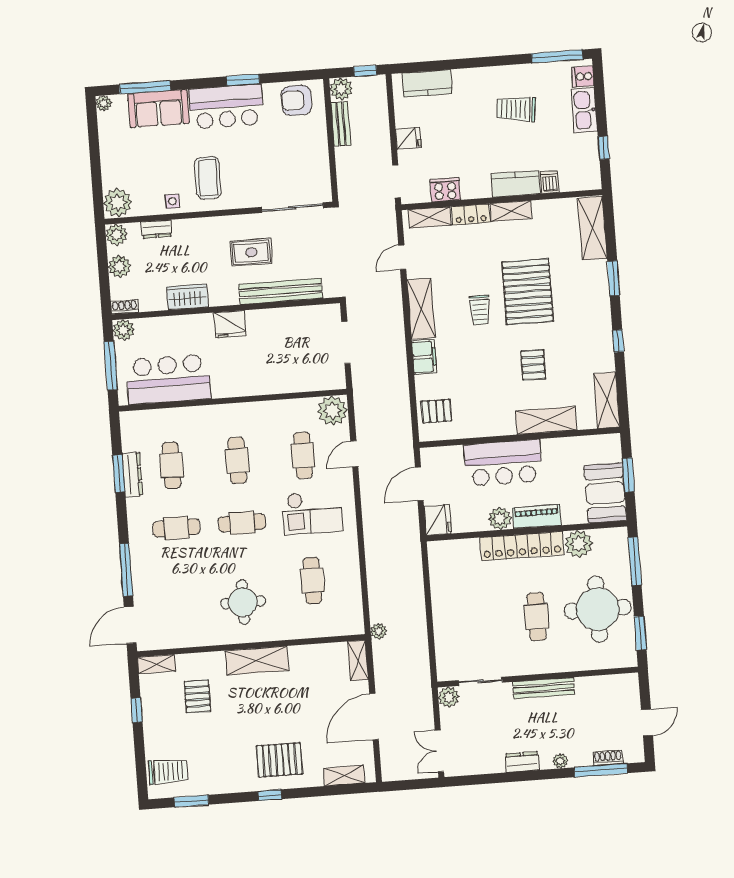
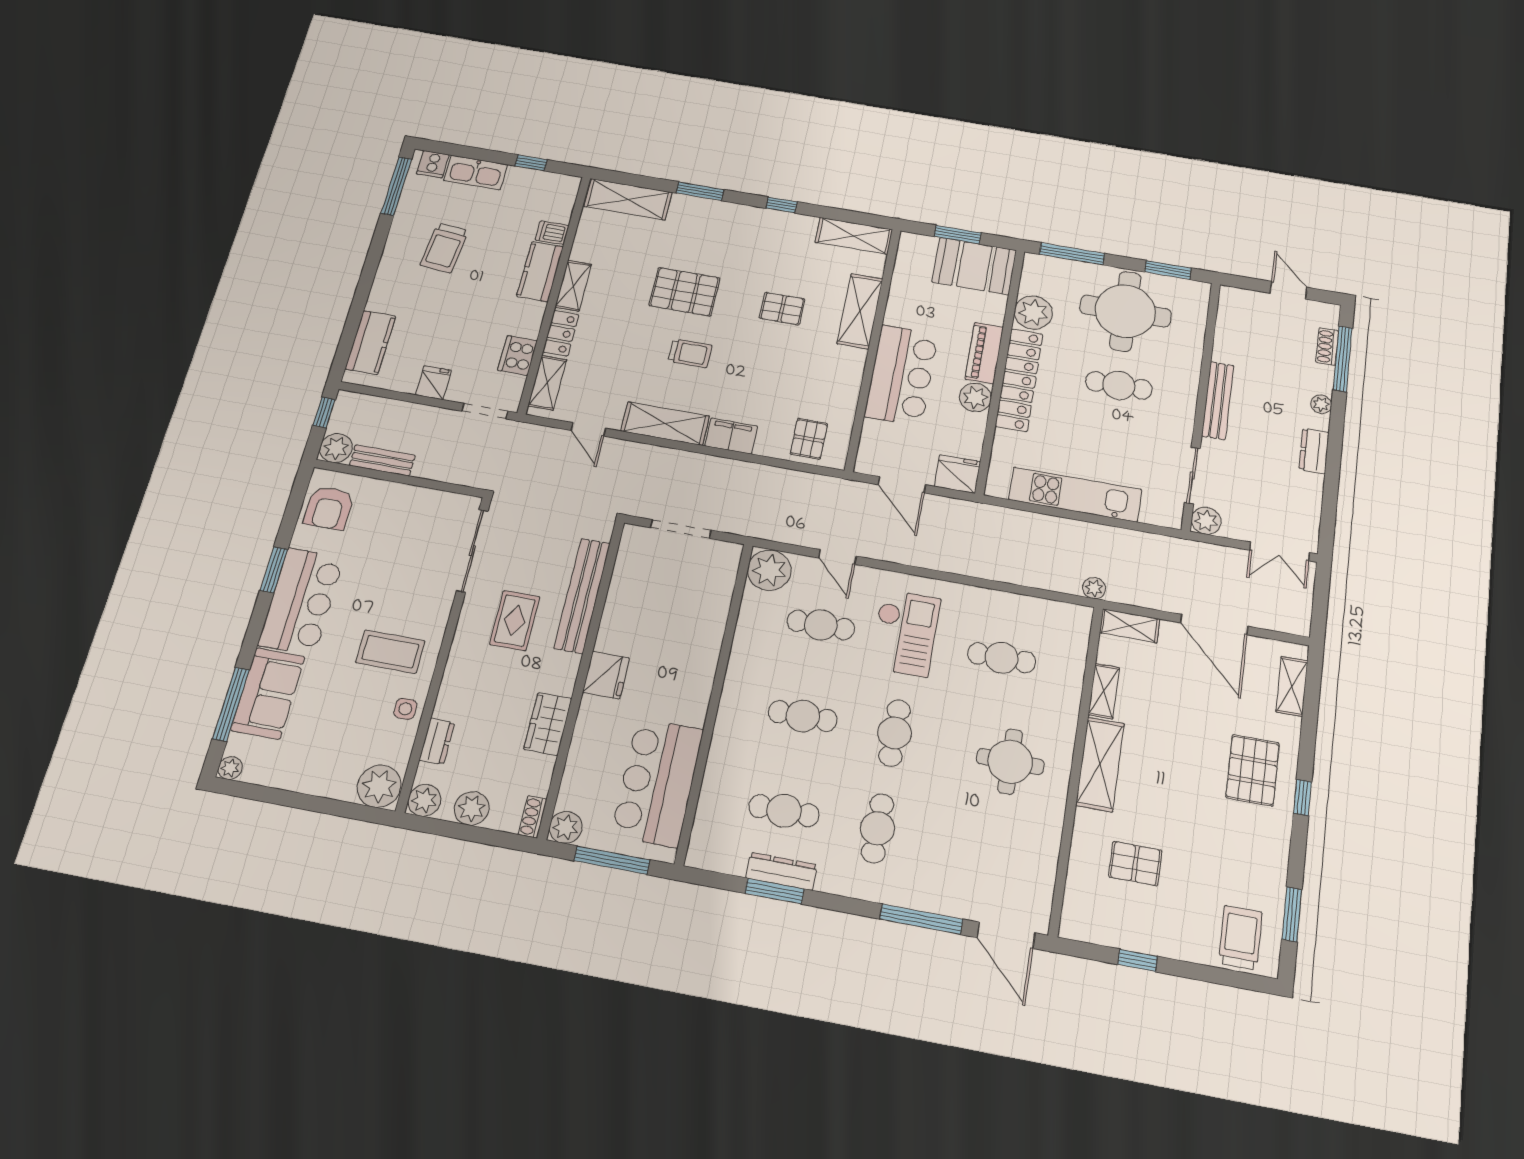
pallet: (528, 292) -> (684, 292), width x0.73, depth x0.71
kitchen unit: (444, 604) -> (1075, 494), added
shelving: (157, 664) -> (1104, 691), moved

